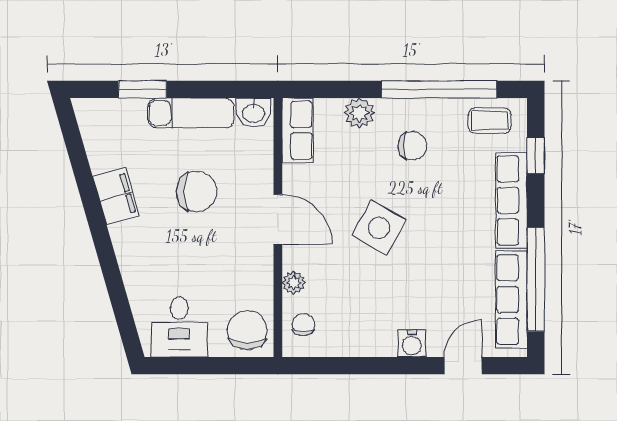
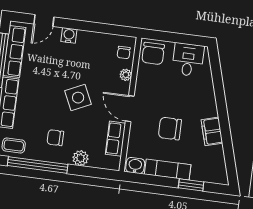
row of seats: (298, 130) -> (115, 139), moved
side table: (379, 228) -> (78, 98), turned 36

